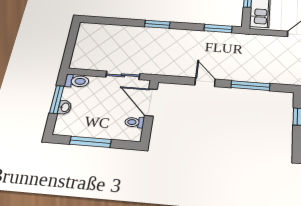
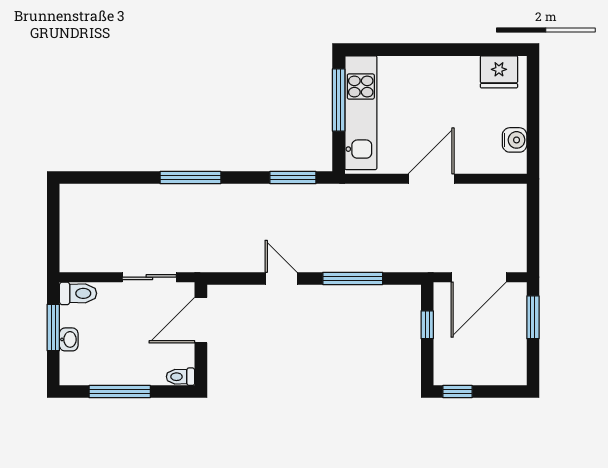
window: (157, 24) -> (190, 178), width x1.44
door: (151, 102) -> (201, 320), hinge flipped
toilet: (134, 122) -> (180, 377), moved

